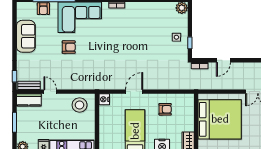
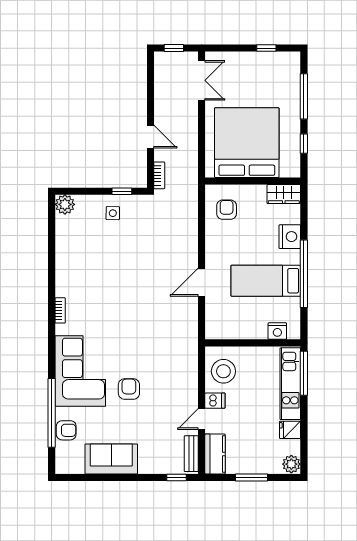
door: (134, 92) -> (202, 282), hinge flipped
nightstand: (104, 99) -> (277, 331), moved
dishwasher: (62, 100) -> (215, 401), added
armchair: (165, 109) -> (227, 210), moved

